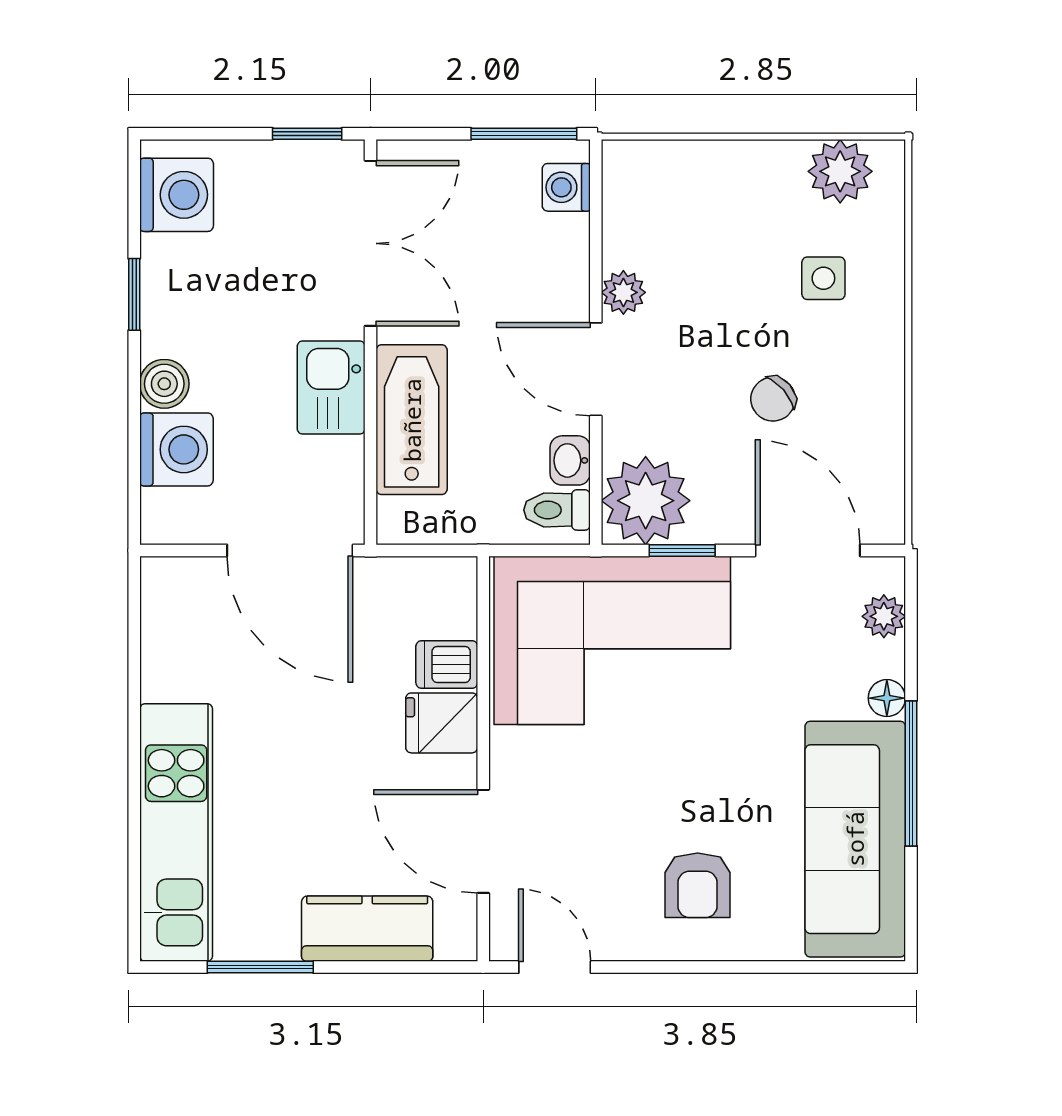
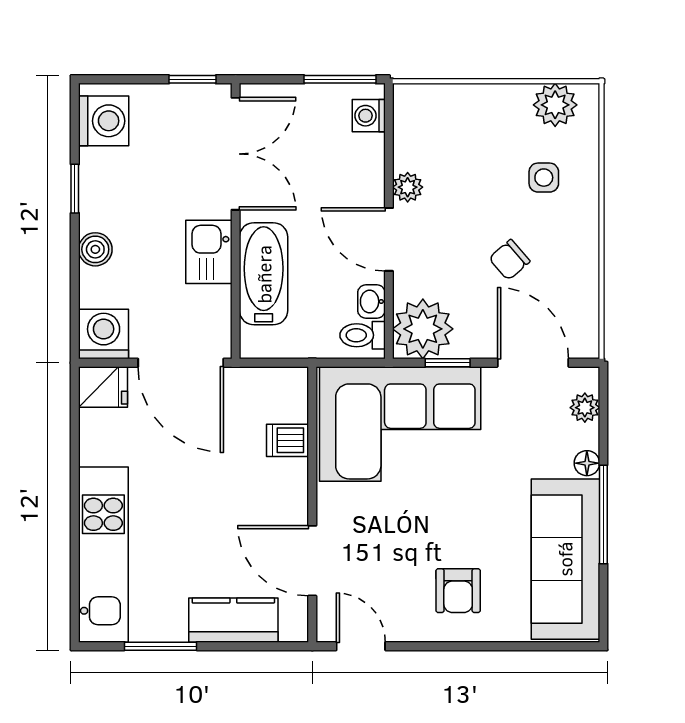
washing machine: (176, 449) -> (104, 334), moved, turned -90
fridge: (442, 723) -> (103, 387), moved, turned 180

